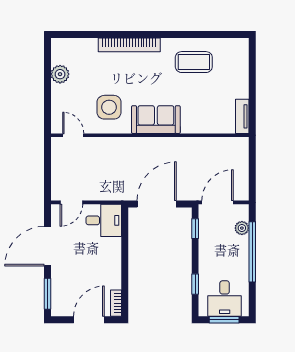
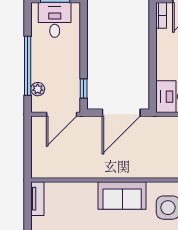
window: (195, 284) -> (84, 34), removed

